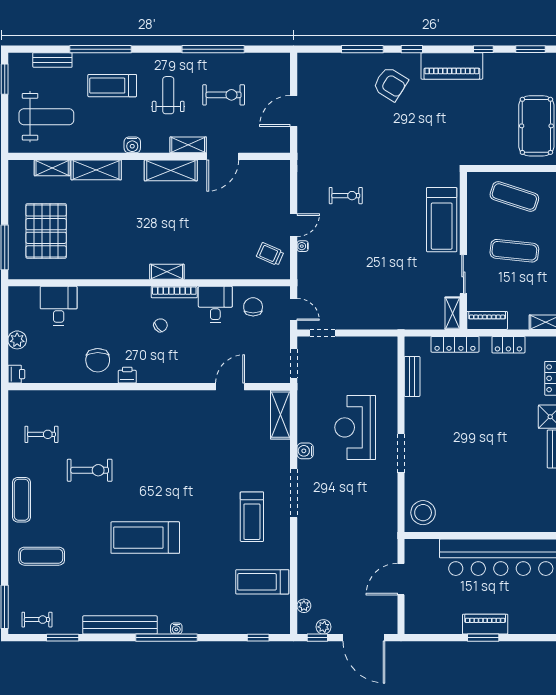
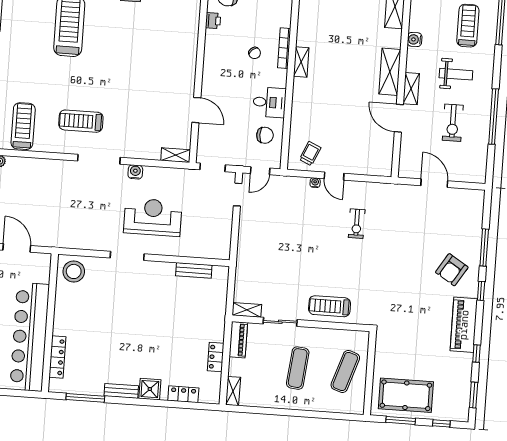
treadmill: (442, 220) -> (330, 306), width x0.73, depth x0.73
bookcase: (174, 292) -> (284, 48), moved
locker: (455, 344) -> (57, 357), moved, turned 180
shelving: (280, 415) -> (176, 155), width x0.67, depth x0.75

